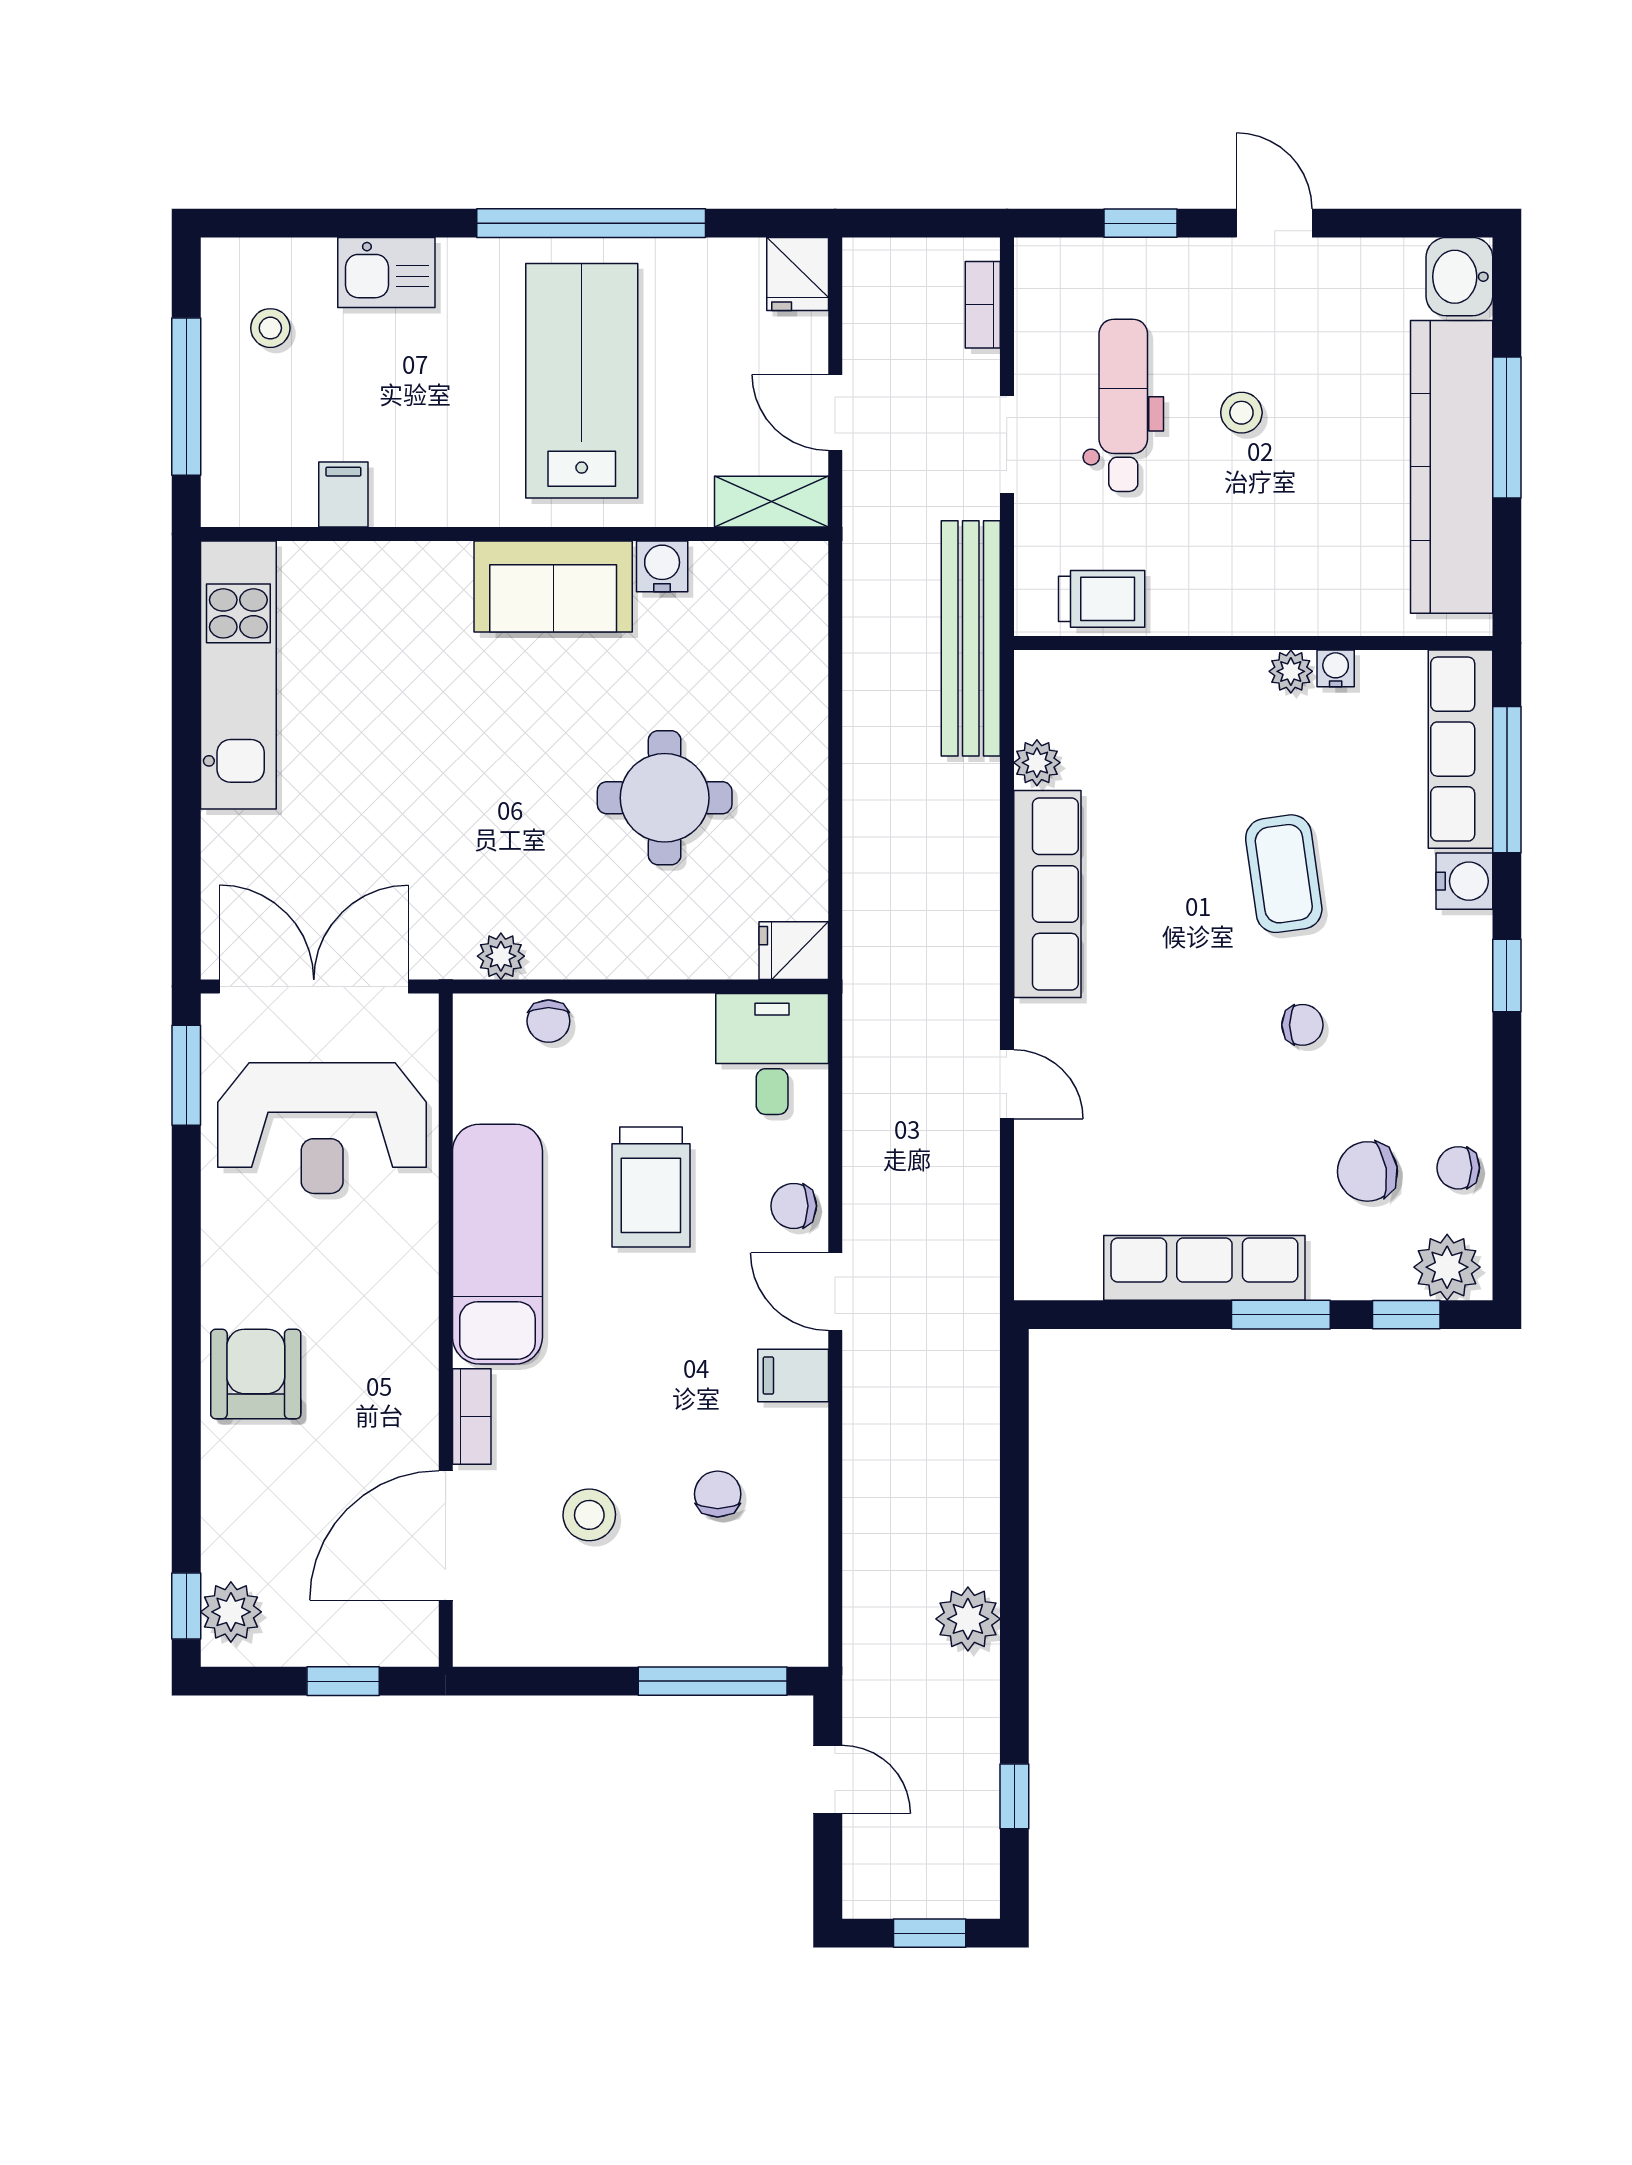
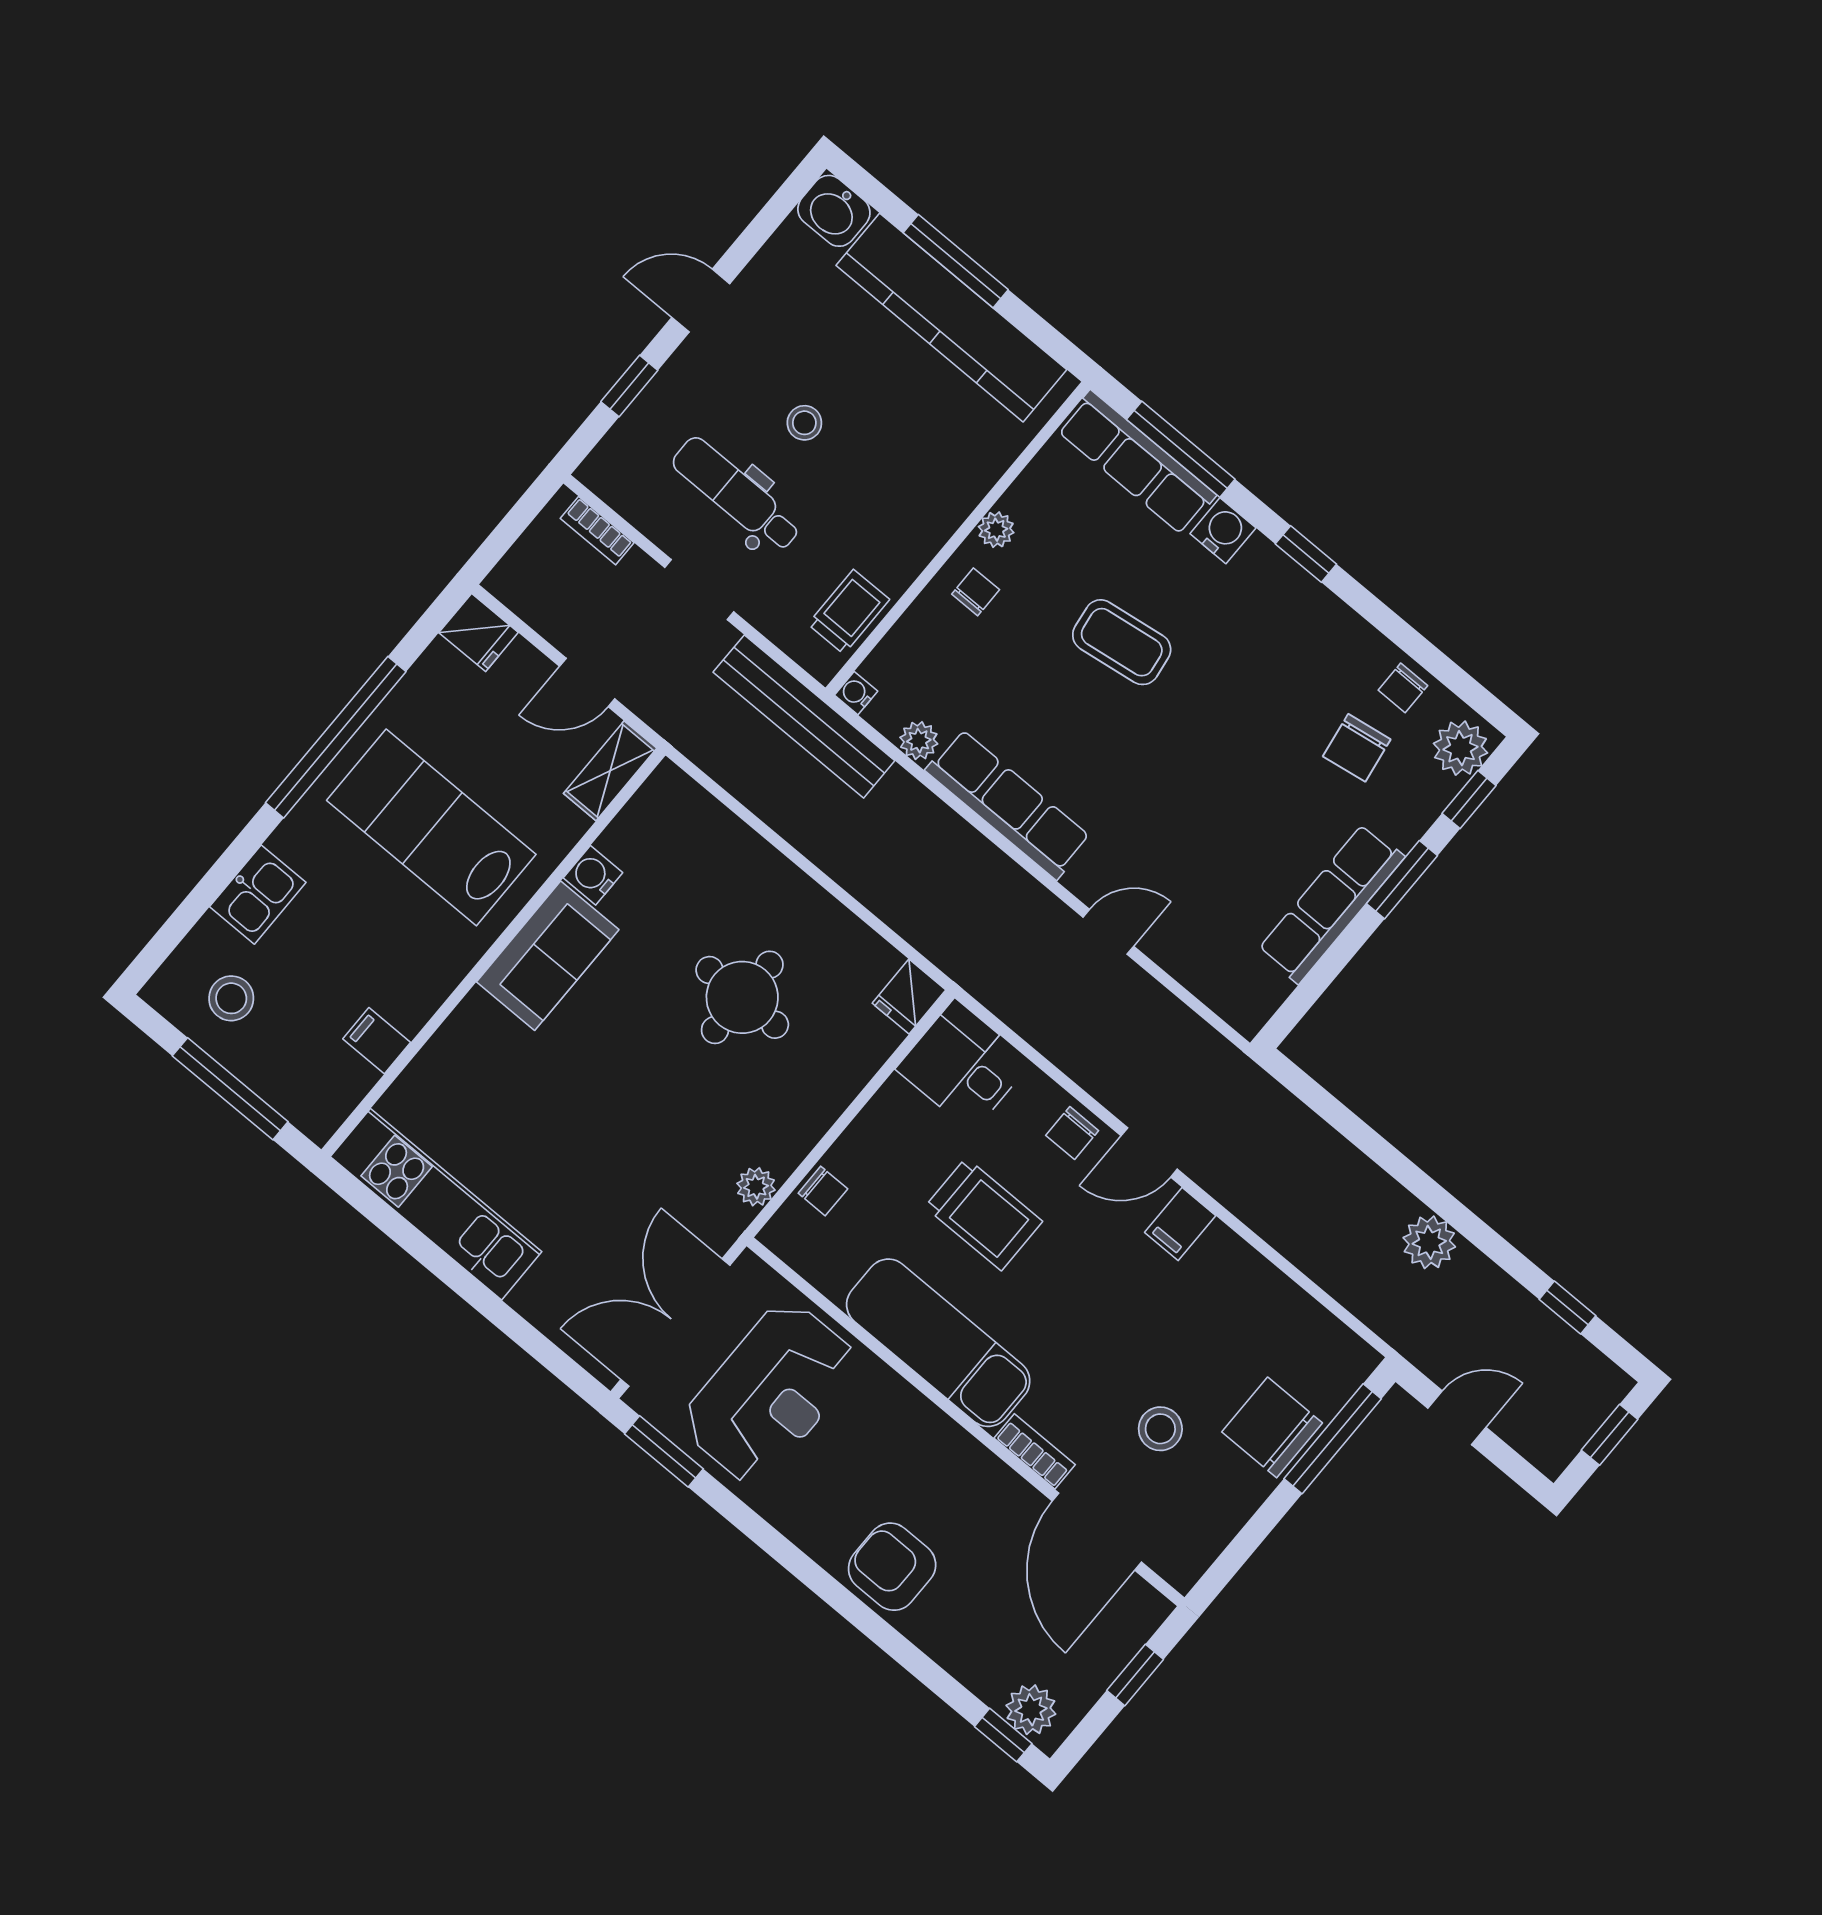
stool: (270, 328) -> (231, 998), width x1.37, depth x1.37
water cooler: (1336, 668) -> (856, 693), moved
chair: (1302, 1025) -> (976, 592), moved
chair: (718, 1494) -> (1272, 1427), moved, width x1.87, depth x1.87

